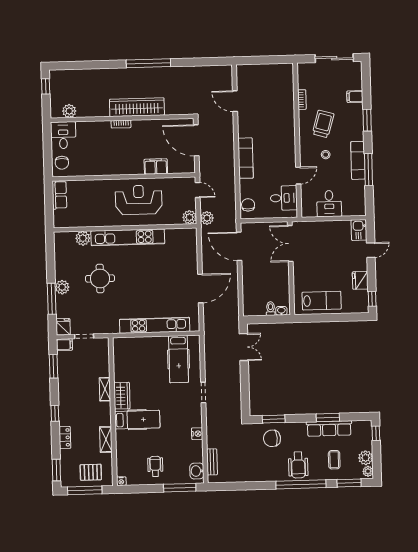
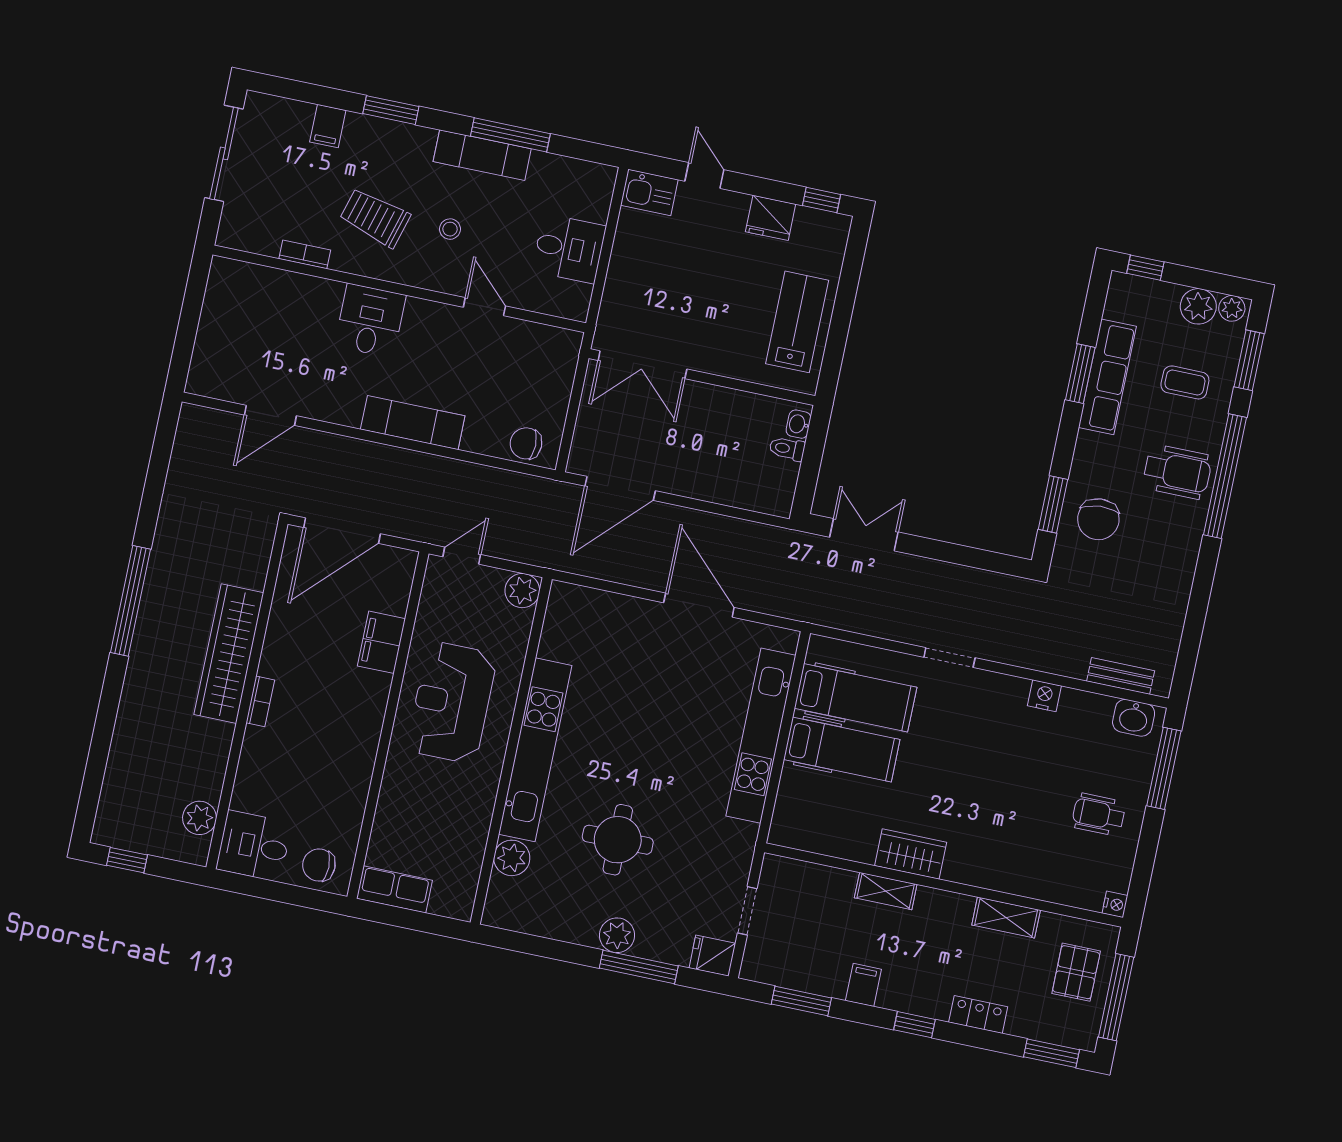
chair: (62, 163) -> (319, 865), turned 180
desk: (284, 198) -> (370, 321), moved
plant: (207, 218) -> (534, 549), removed
filing cabinet: (64, 345) -> (863, 985), moved
hospital bed: (137, 420) -> (842, 749), moved, turned 90

